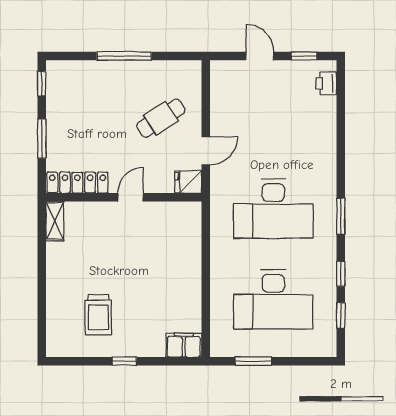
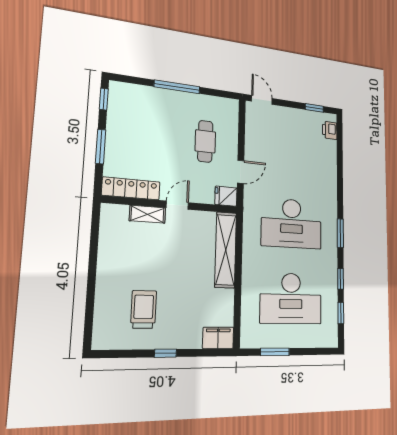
door: (260, 56) -> (262, 100), moved
cafe table: (161, 118) -> (205, 141), turned -57
shelving: (55, 221) -> (147, 214), moved, turned 90
shelving: (190, 245) -> (226, 250), added
trolley: (98, 315) -> (144, 309), turned 180

